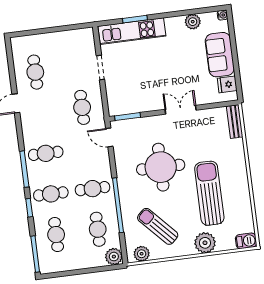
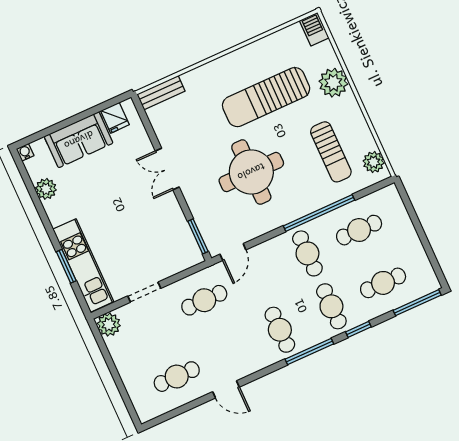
sun lounger: (158, 226) -> (331, 152), turned -47
plant: (114, 257) -> (109, 324), moved

